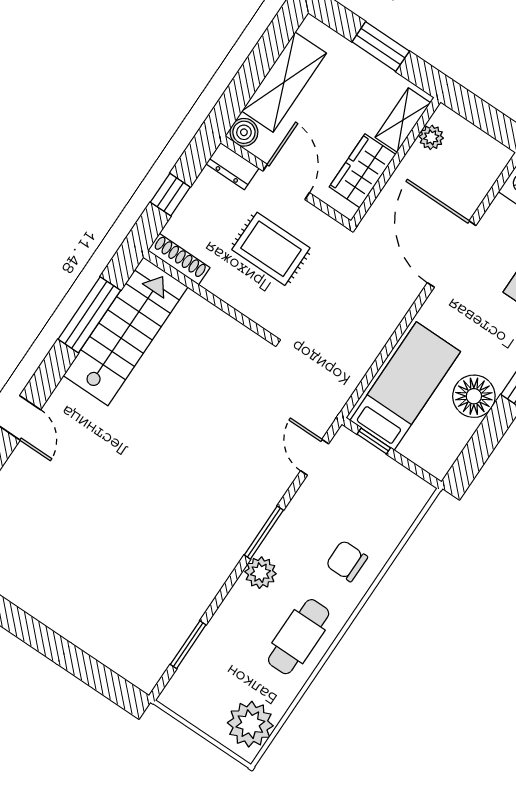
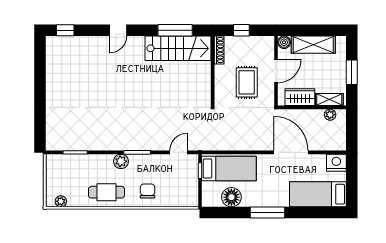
dresser: (233, 166) -> (268, 47), removed
door: (452, 254) -> (291, 152), hinge flipped
floor lamp: (474, 396) -> (231, 197), moved
plant: (250, 724) -> (61, 201), width x0.53, depth x0.53

